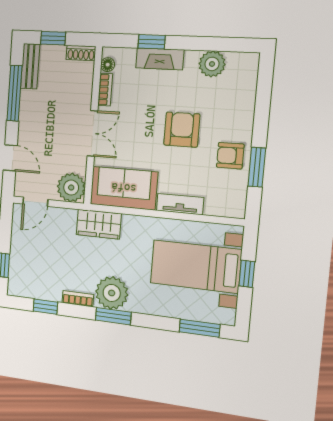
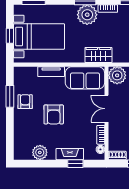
armchair: (230, 156) -> (25, 102), turned -90

